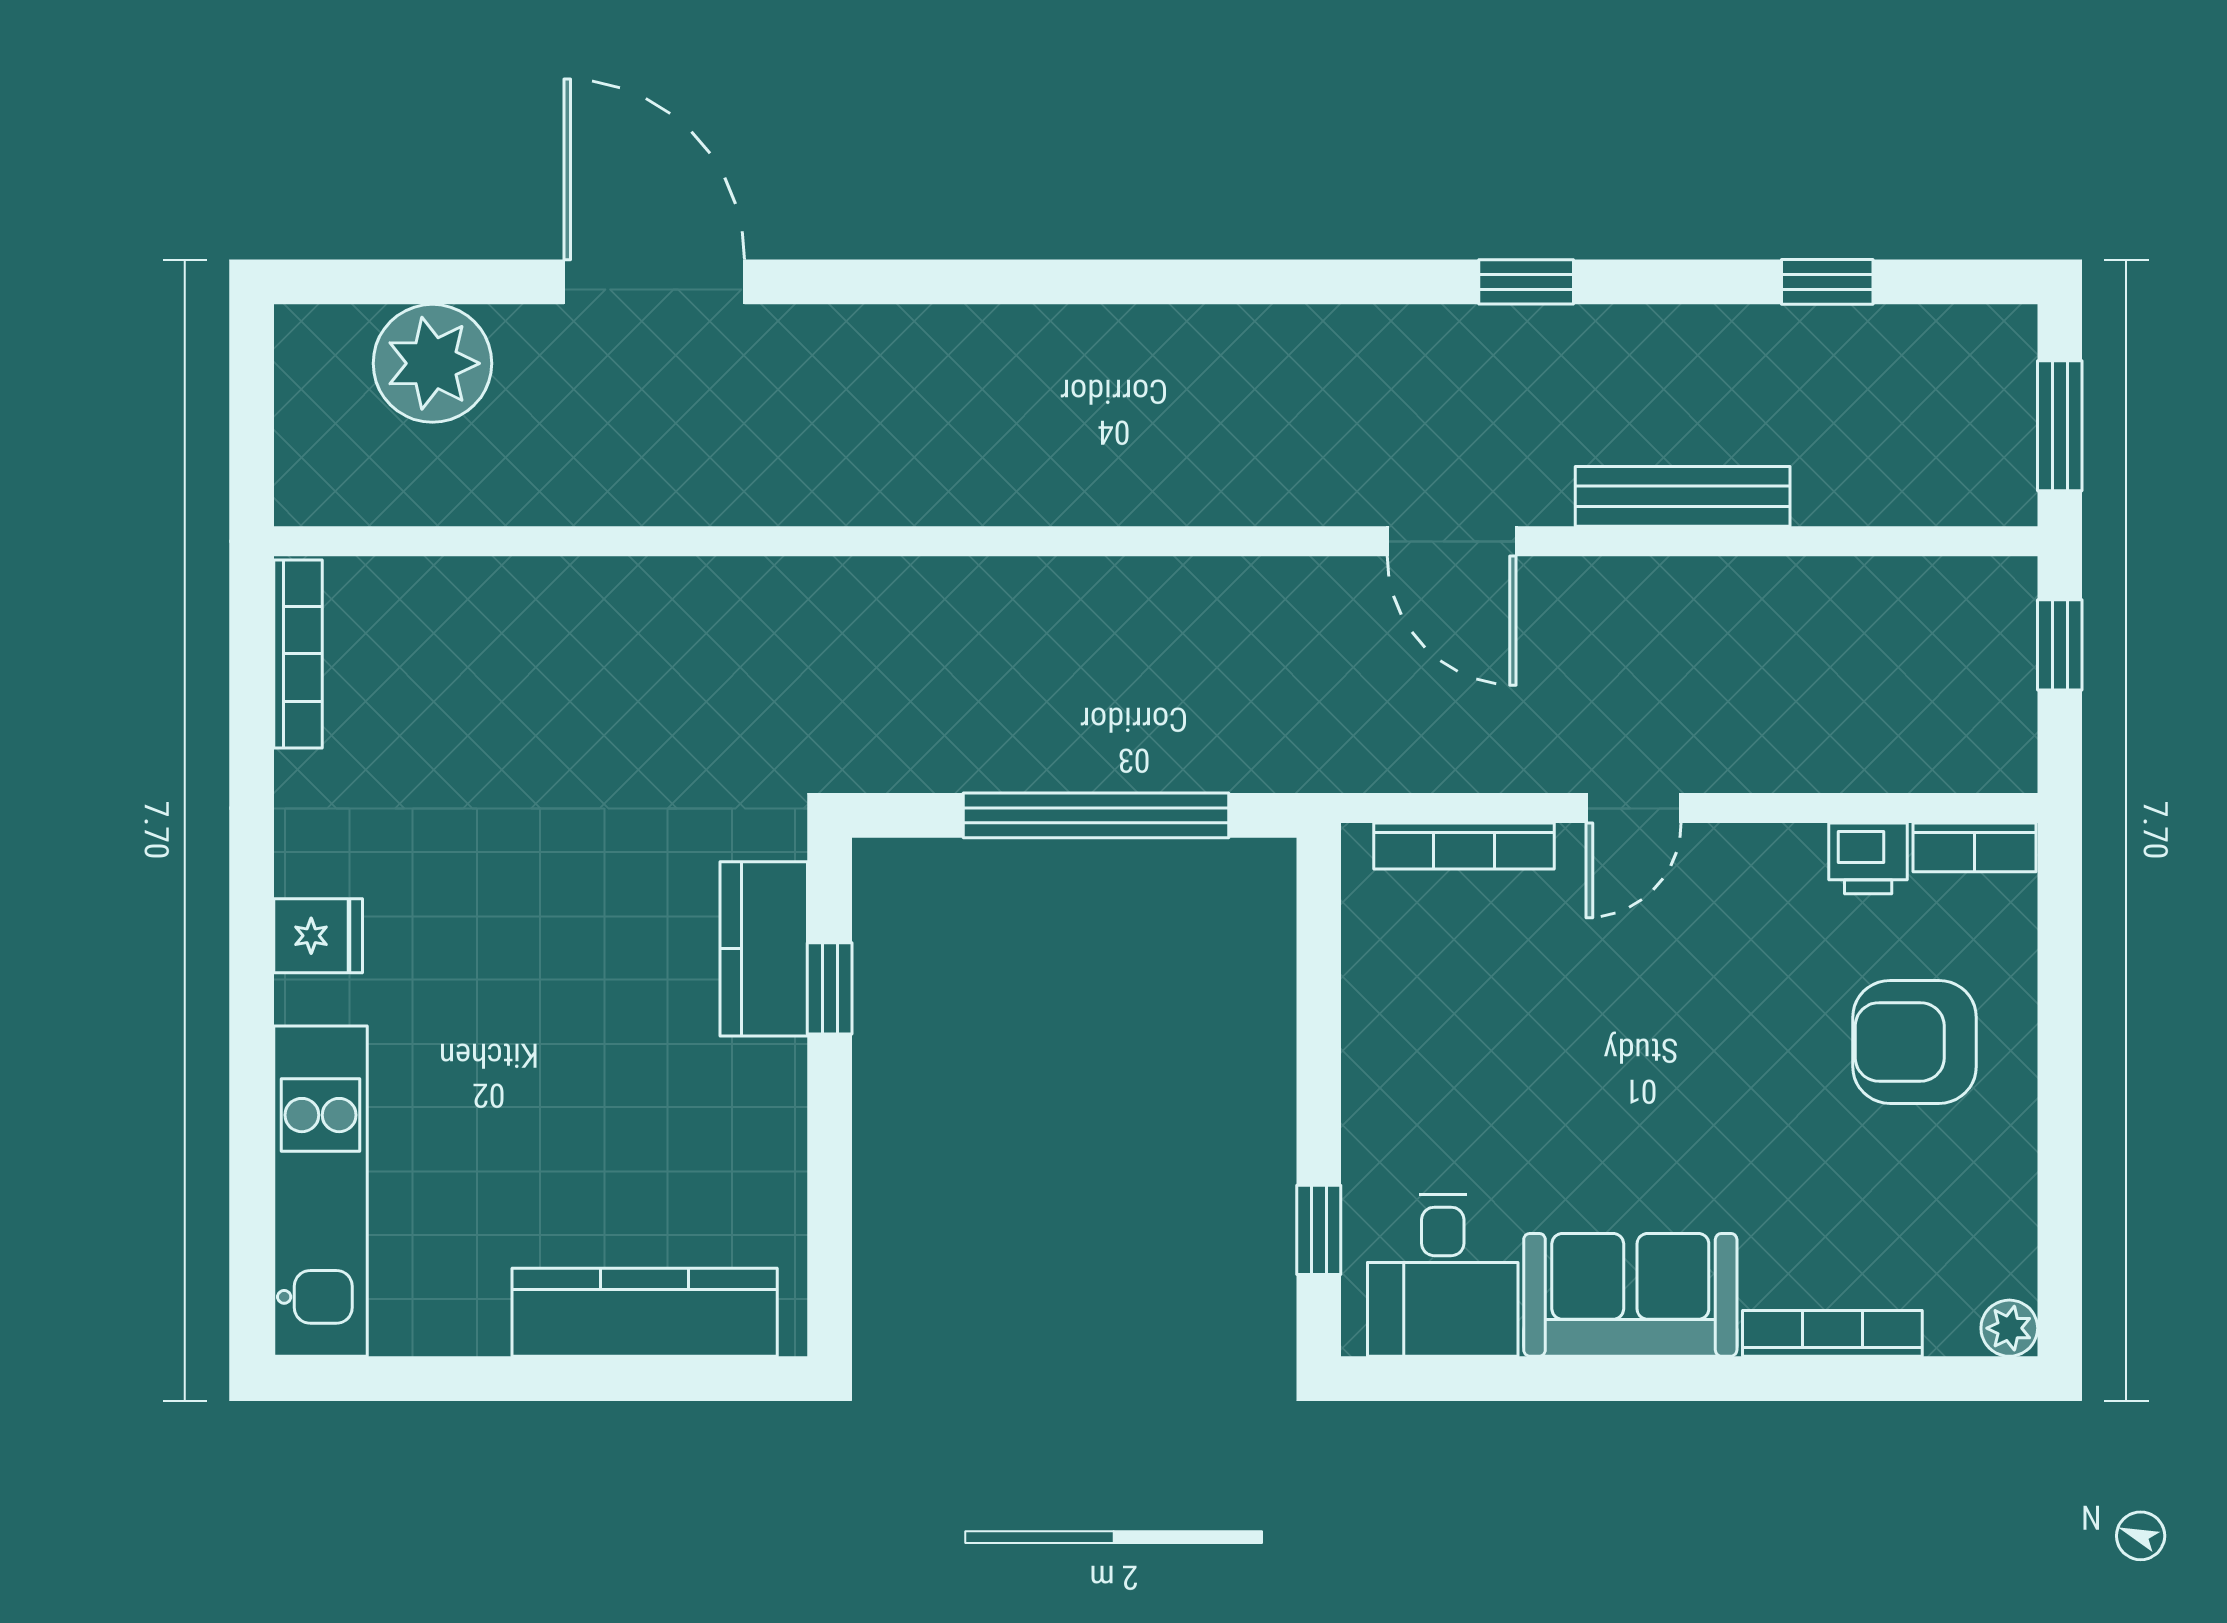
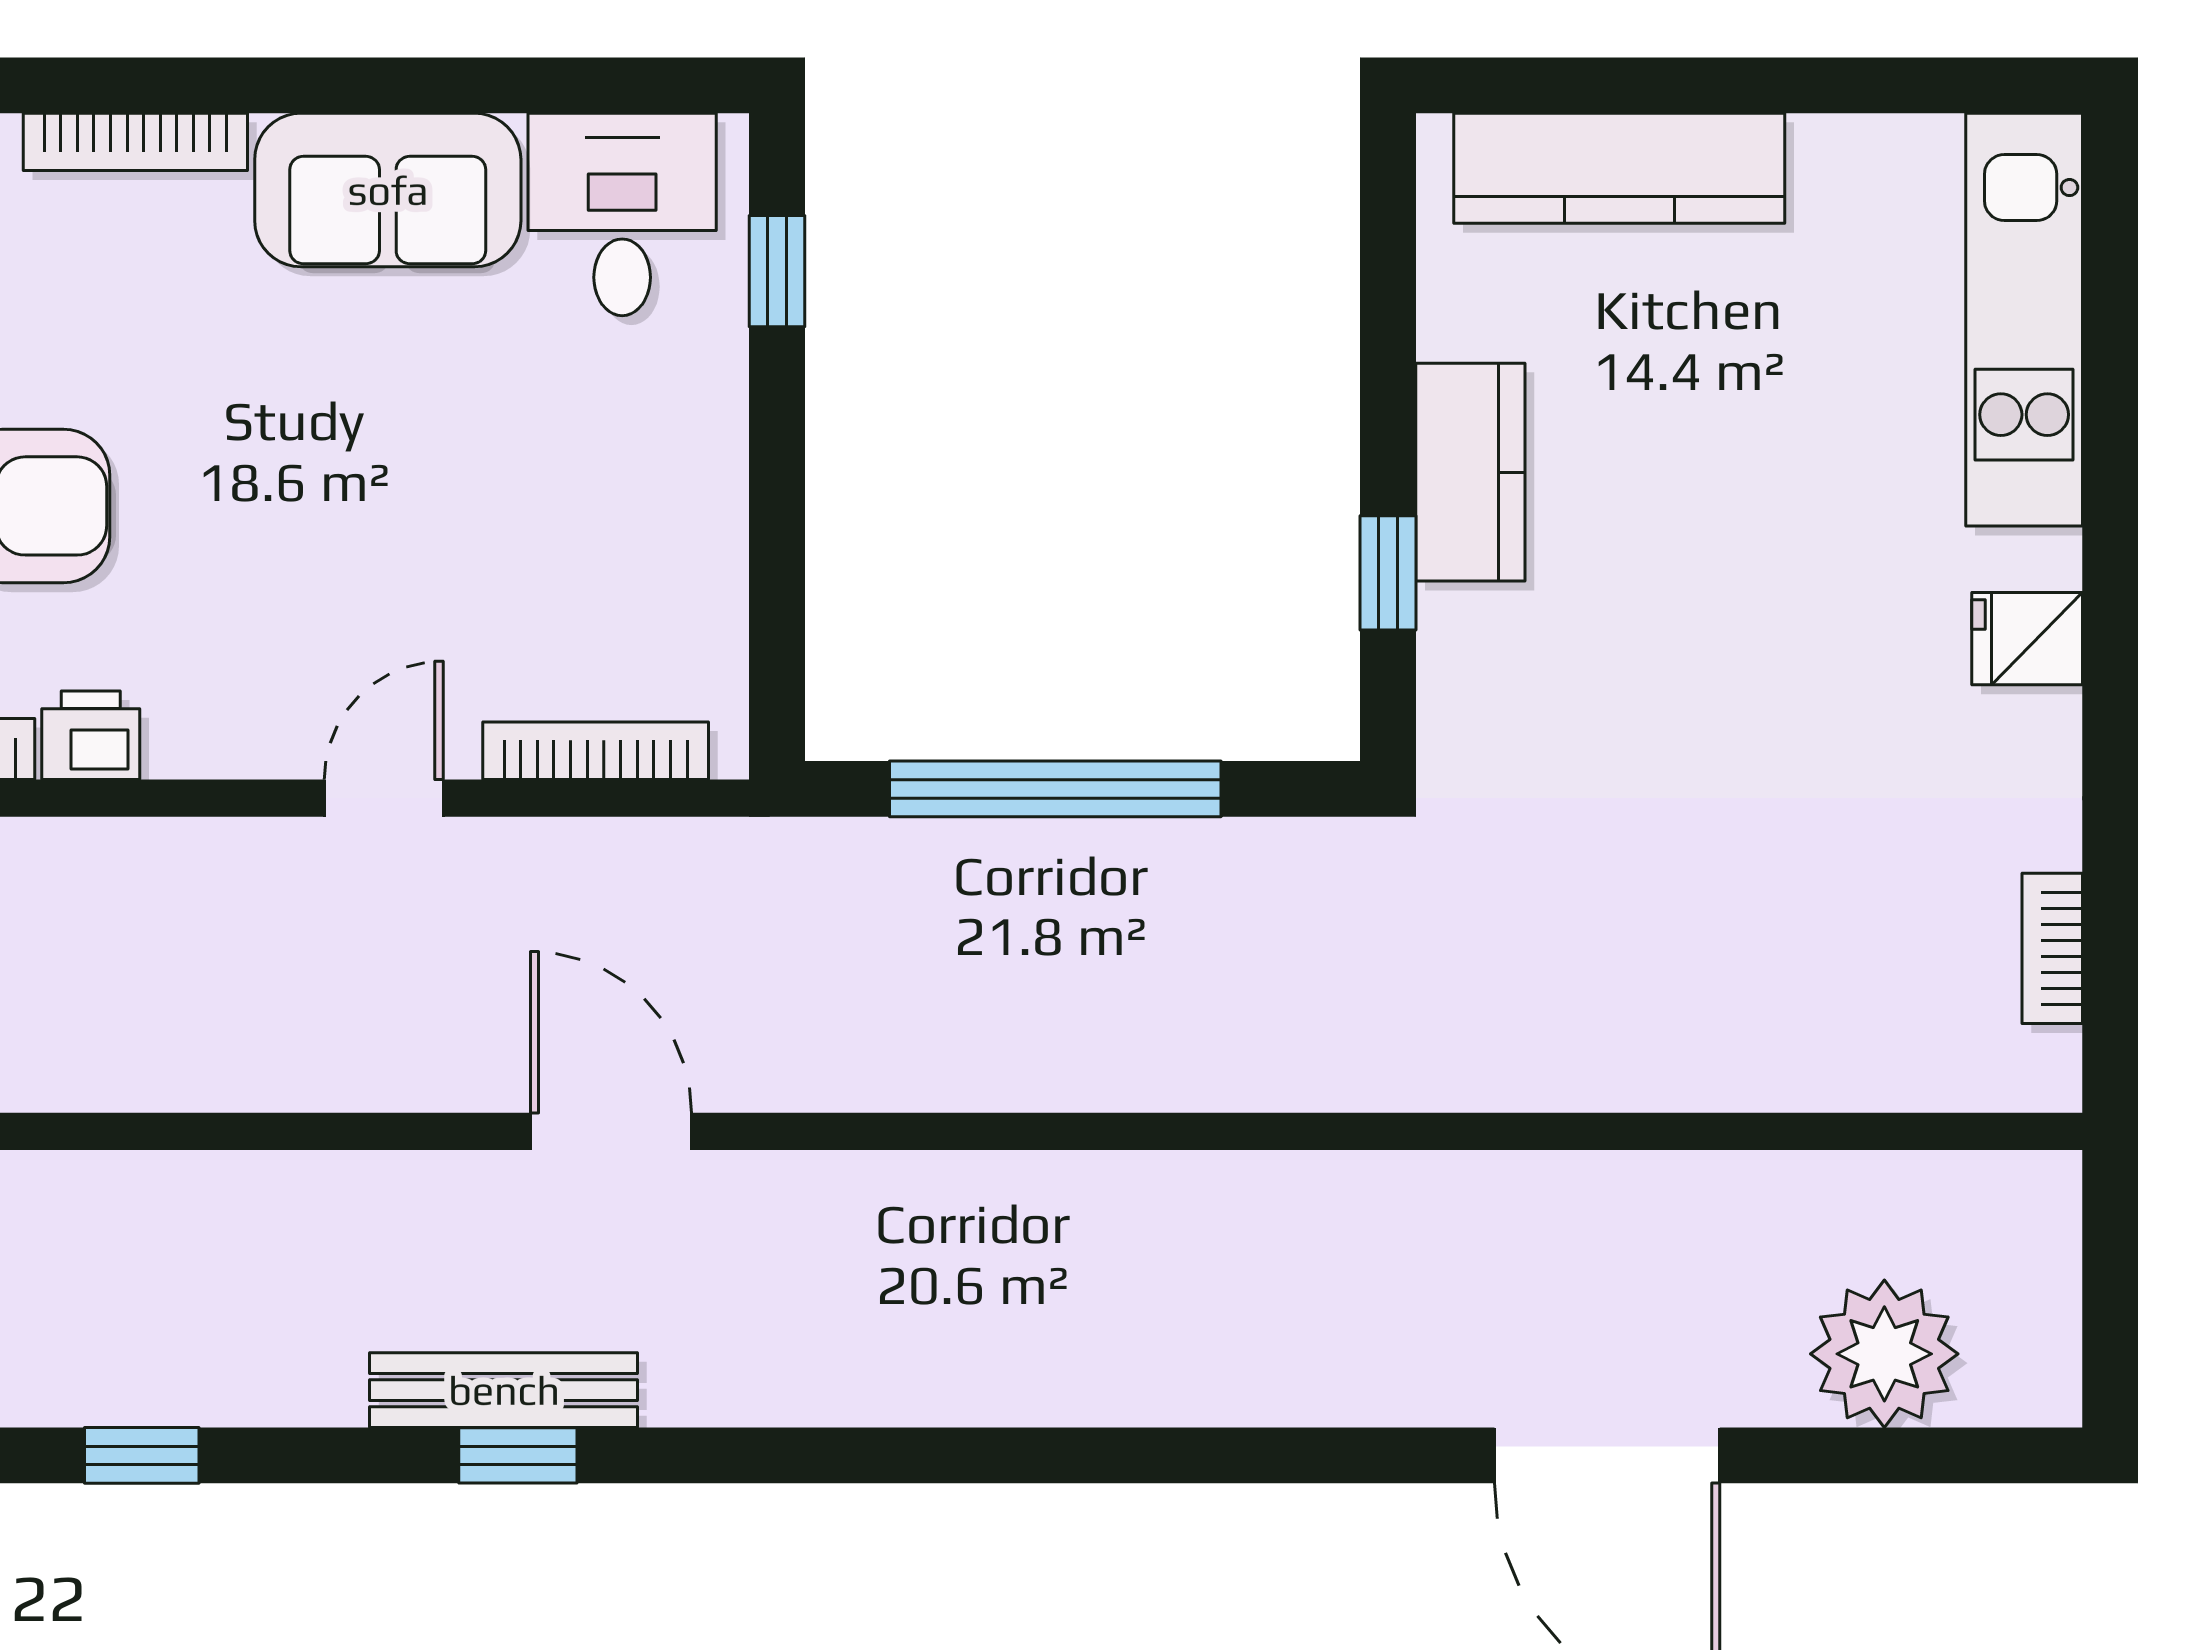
bench: (1683, 496) -> (504, 1390), moved
bookcase: (298, 654) -> (2052, 948), width x0.64
kitchen counter: (764, 949) -> (1470, 472), moved

